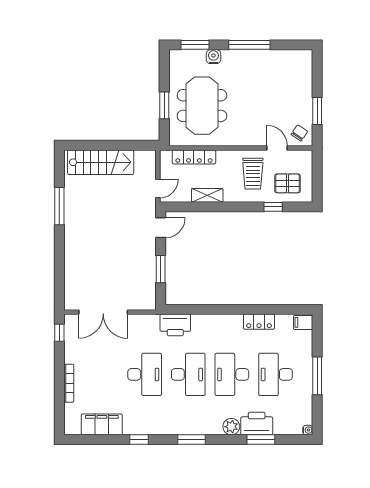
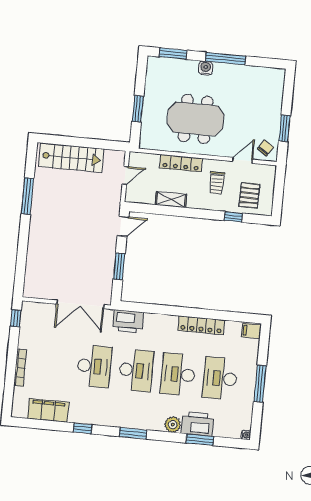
water cooler: (213, 57) -> (206, 68), moved
meeting table: (202, 106) -> (196, 119), moved, turned 90
door: (277, 148) -> (242, 160), hinge flipped
locker: (194, 157) -> (181, 163), moved
trolley: (253, 174) -> (217, 183), width x0.73, depth x0.72
pallet: (287, 183) -> (249, 195), turned 90
door: (158, 189) -> (125, 175), moved
double door: (103, 312) -> (80, 304), moved
locker: (259, 322) -> (201, 325), width x1.53

